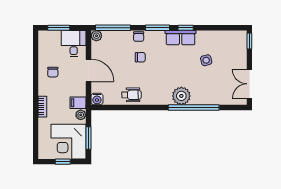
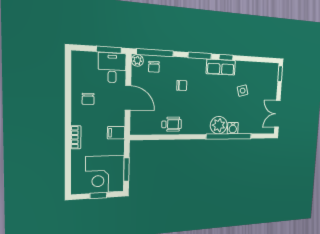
window: (59, 28) -> (109, 50), moved
chair: (139, 37) -> (154, 67), moved
water cooler: (97, 99) -> (233, 128), moved
plant: (81, 115) -> (119, 145), removed

